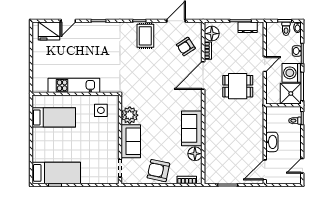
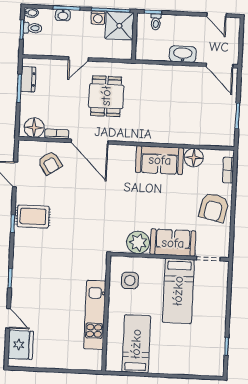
door: (265, 64) -> (78, 59), swing flipped
washing machine: (292, 73) -> (98, 18), width x0.53, depth x0.53
bed: (56, 173) -> (178, 291), moved, turned 180

